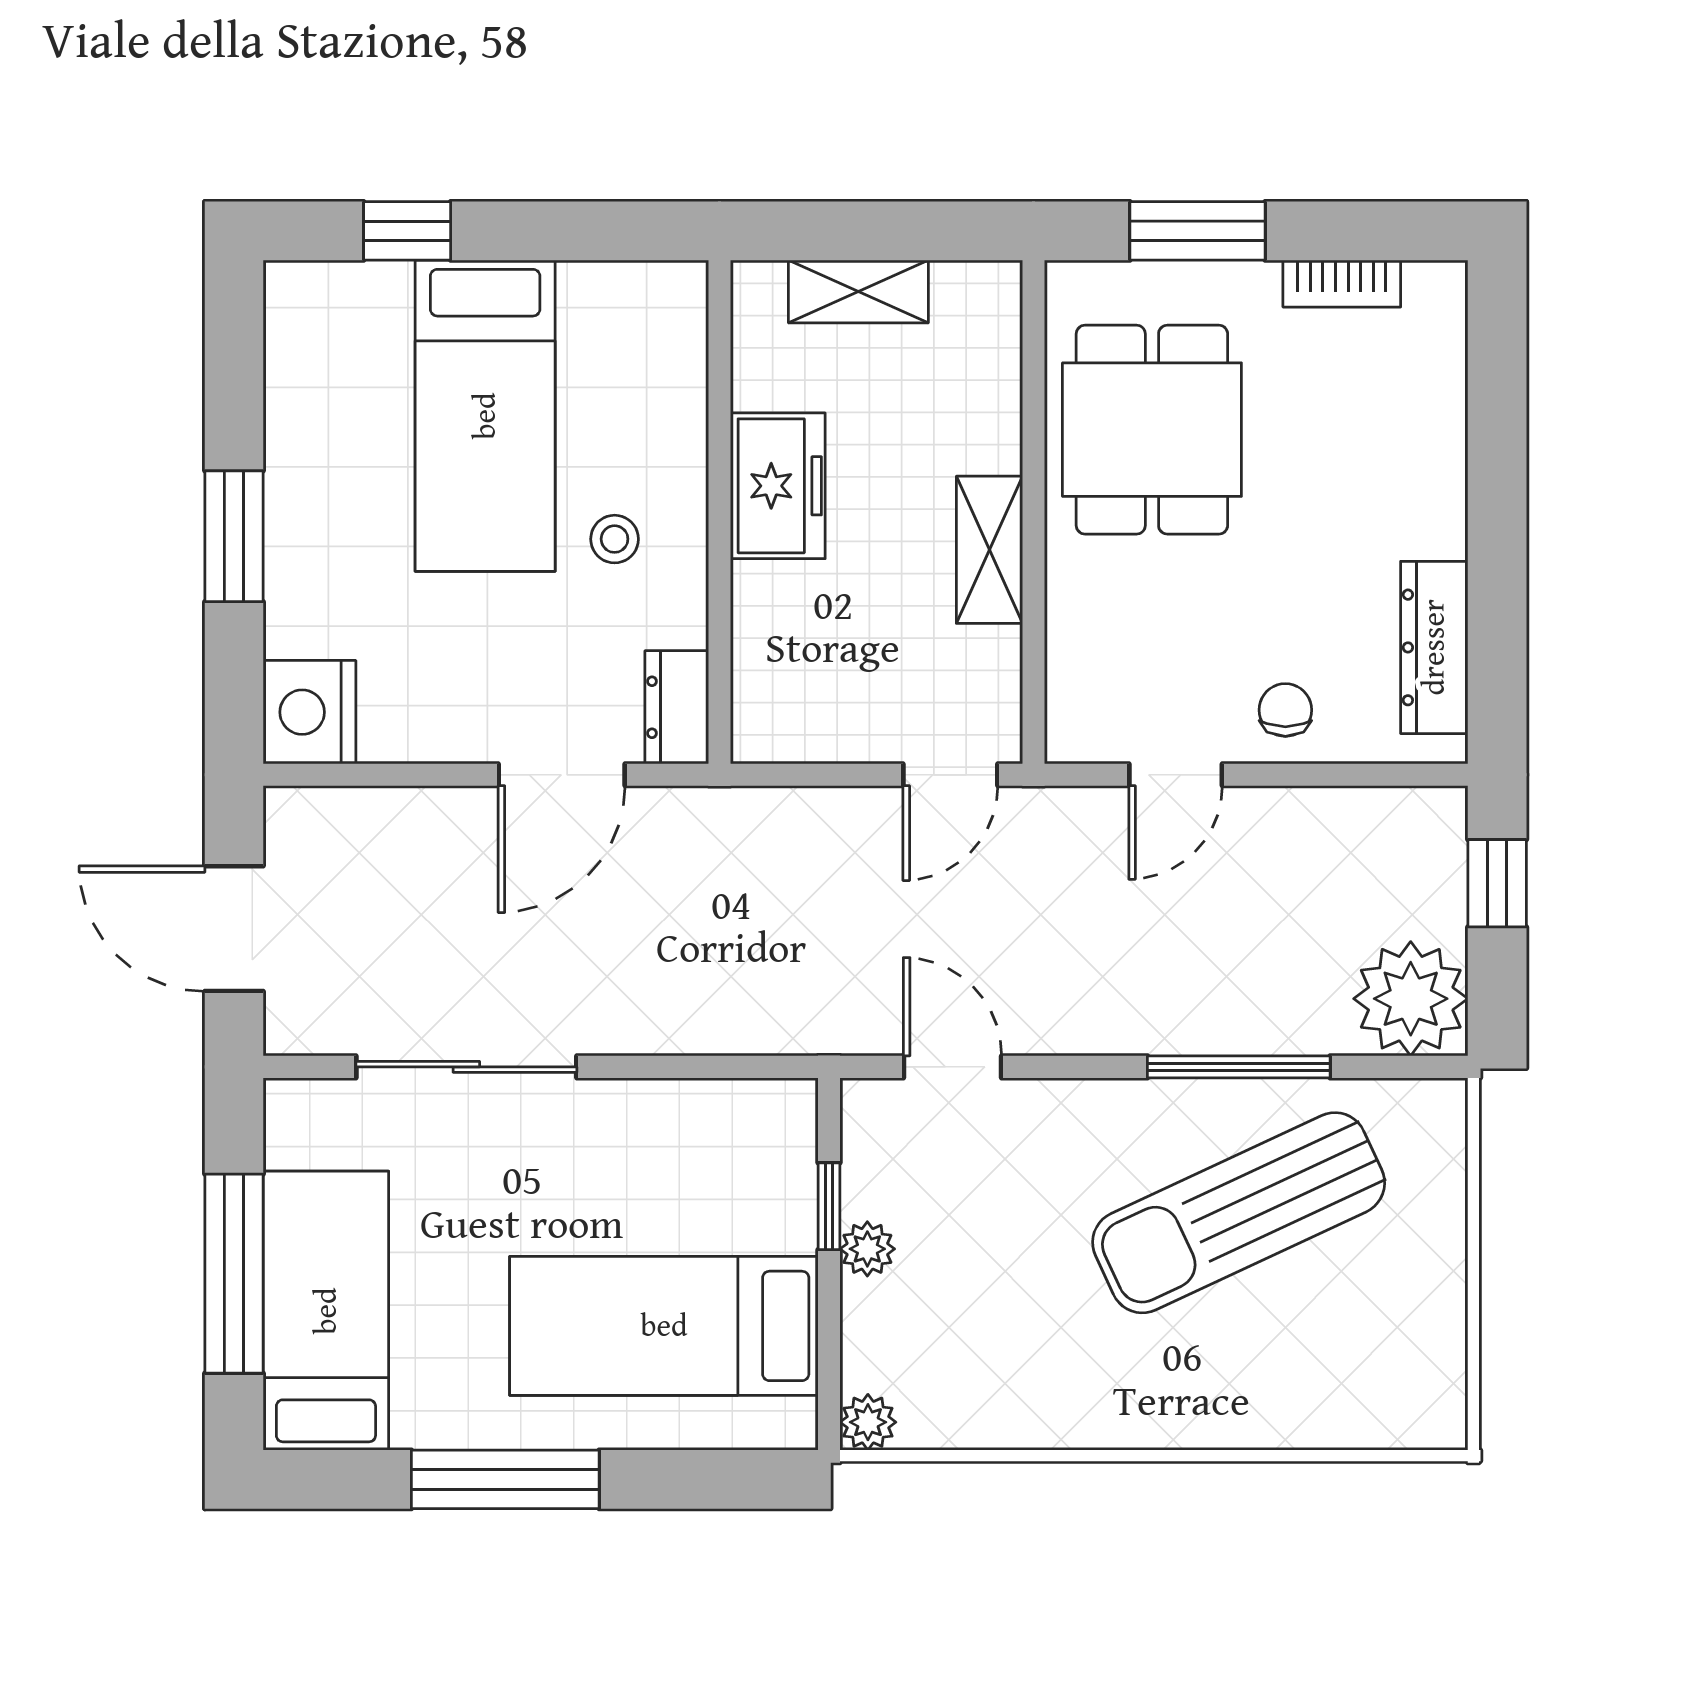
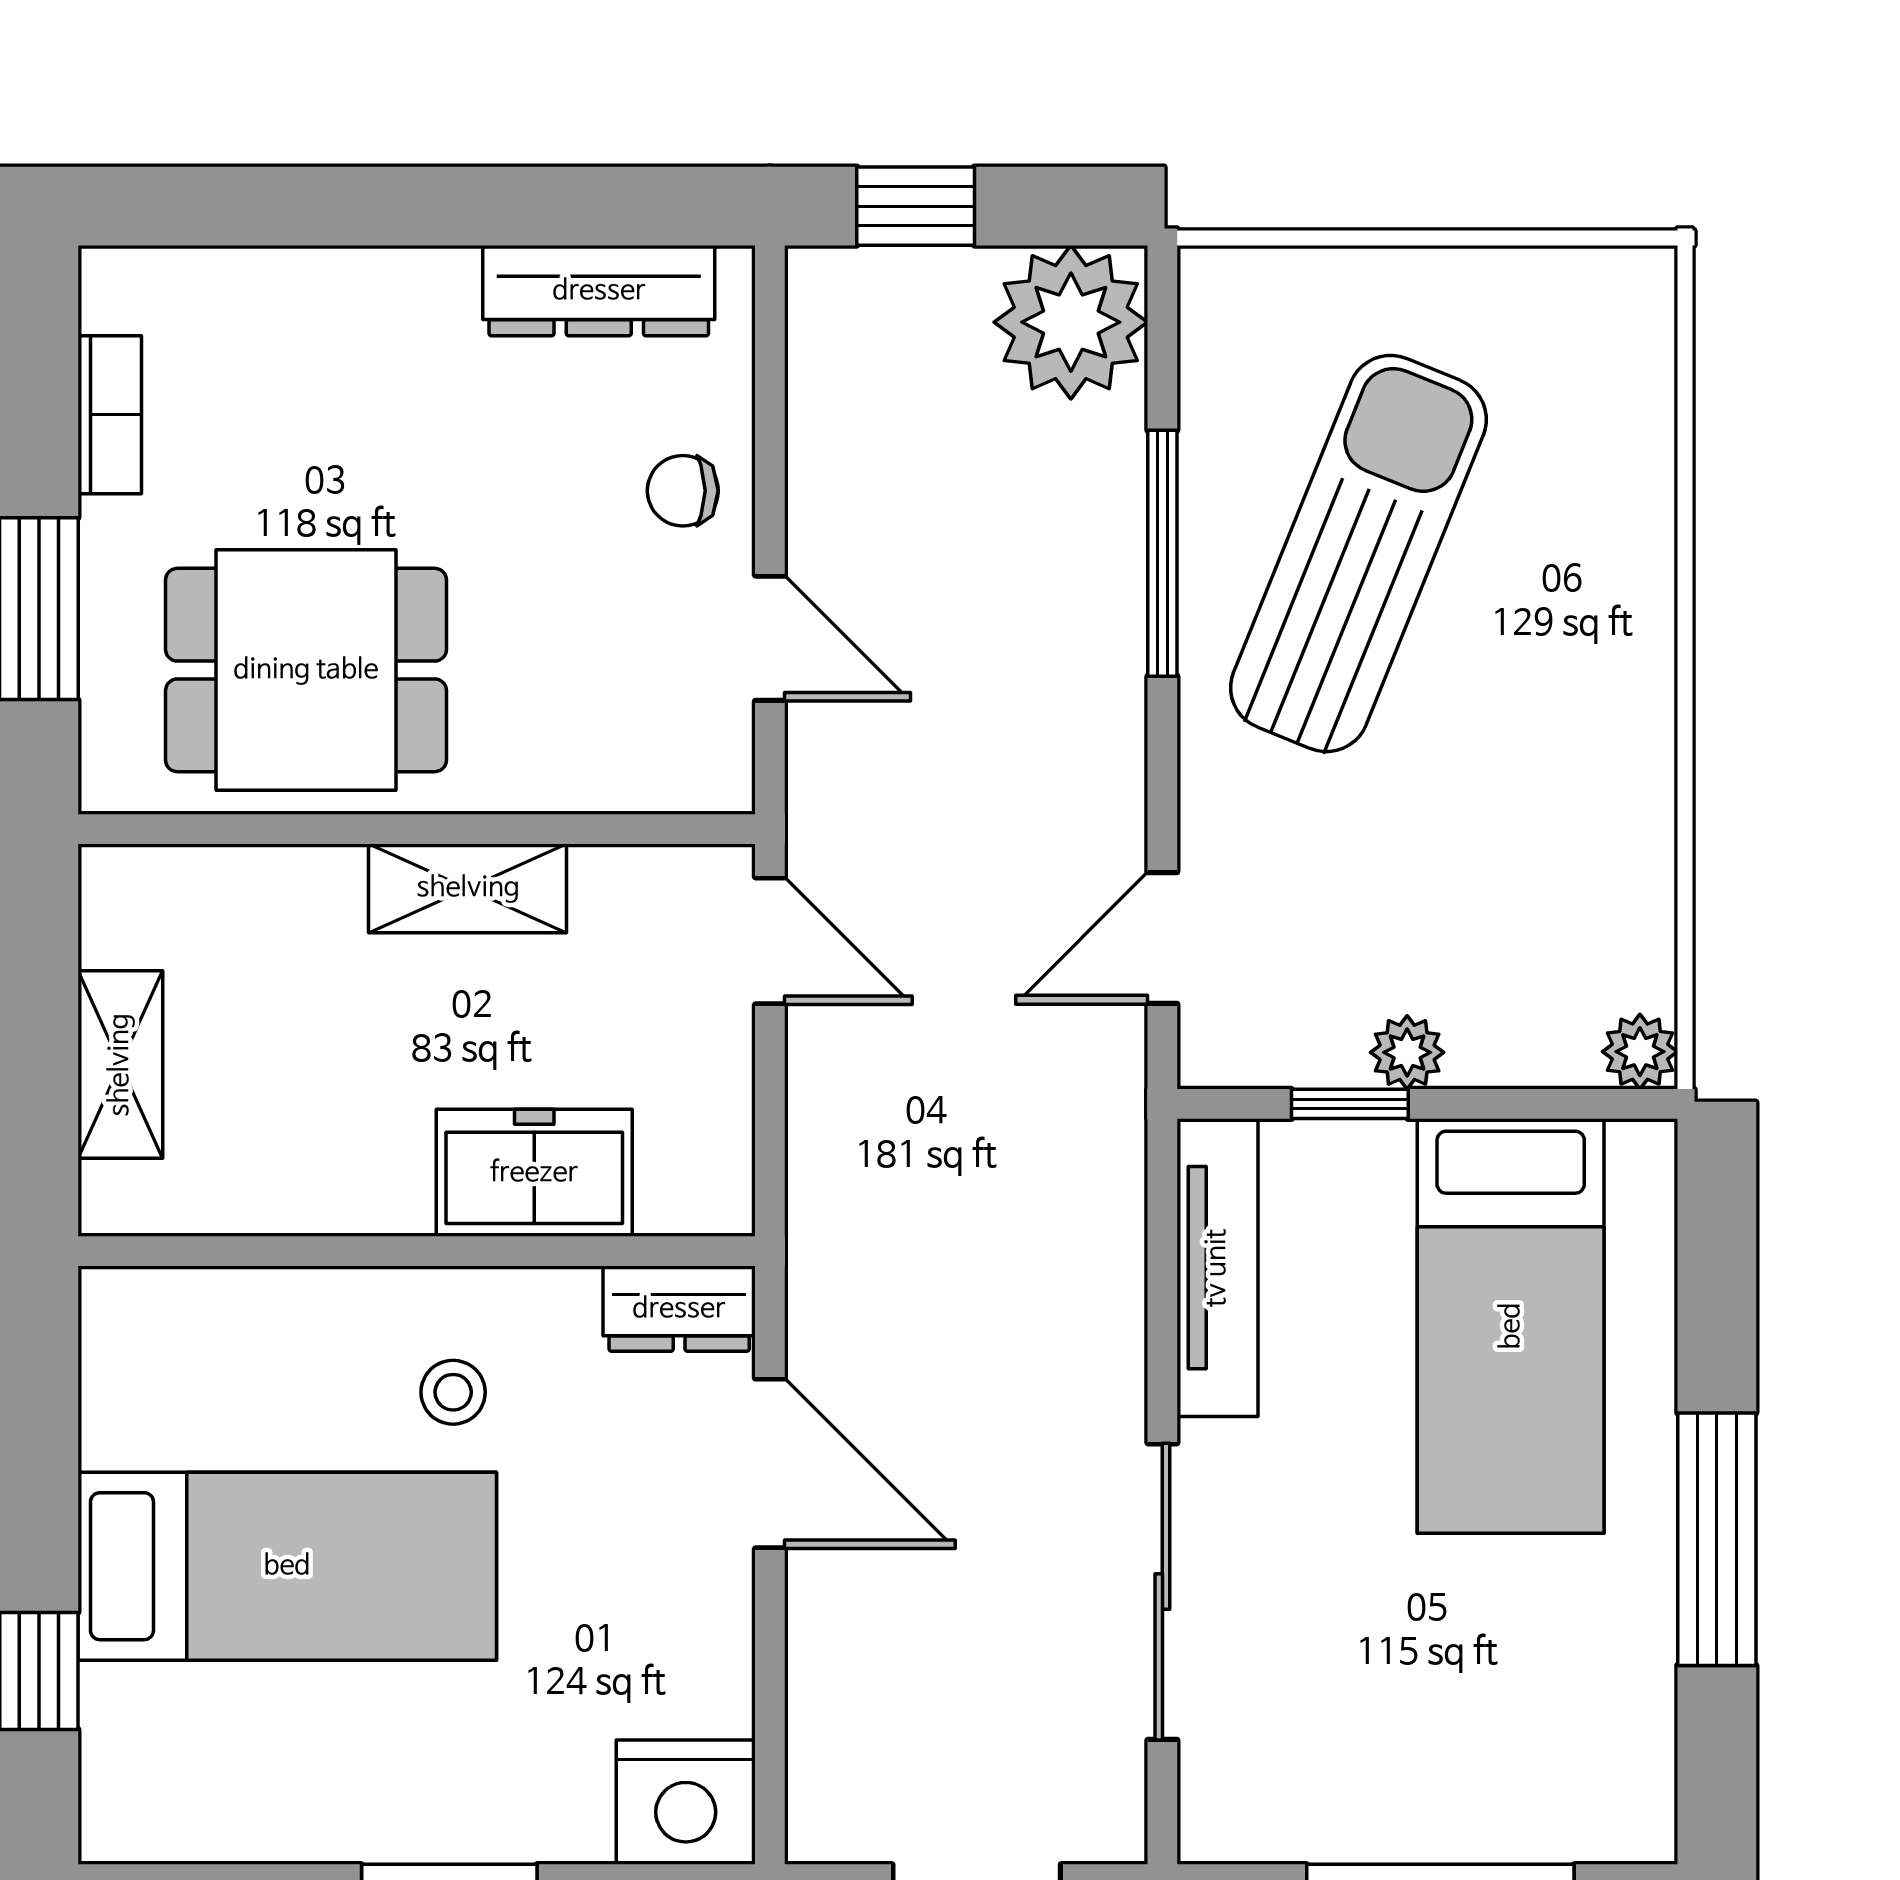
freezer: (778, 486) -> (534, 1173), moved
tv unit: (707, 1108) -> (1217, 1268), added
sun lounger: (1239, 1213) -> (1358, 554), turned -133
bed: (326, 1311) -> (1490, 1780), removed

